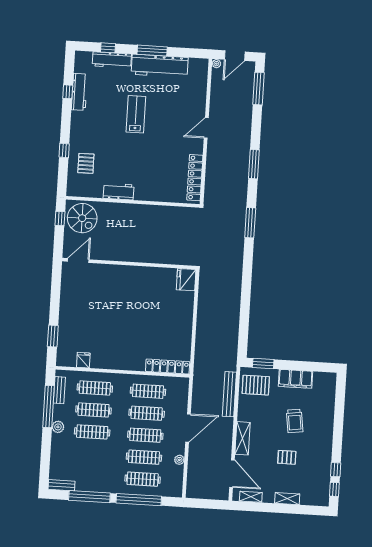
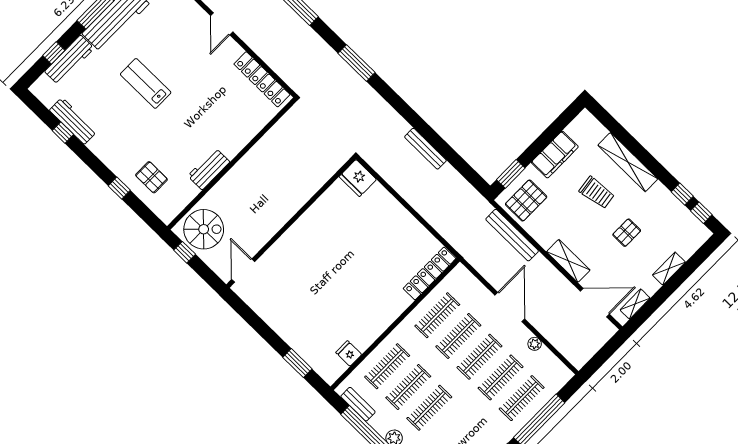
bench: (236, 303) -> (425, 149), added
shelving: (327, 423) -> (628, 162), added

